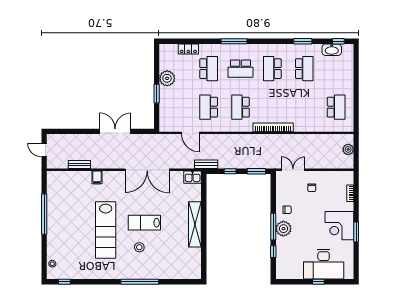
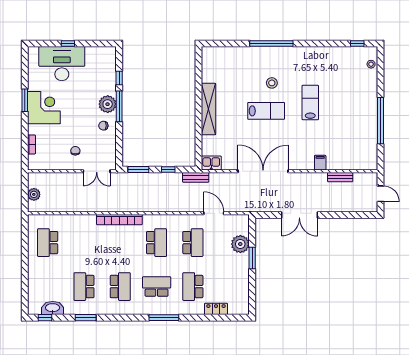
plant: (167, 78) -> (240, 244), moved
lab bench: (106, 230) -> (310, 102), width x0.54, depth x0.72

